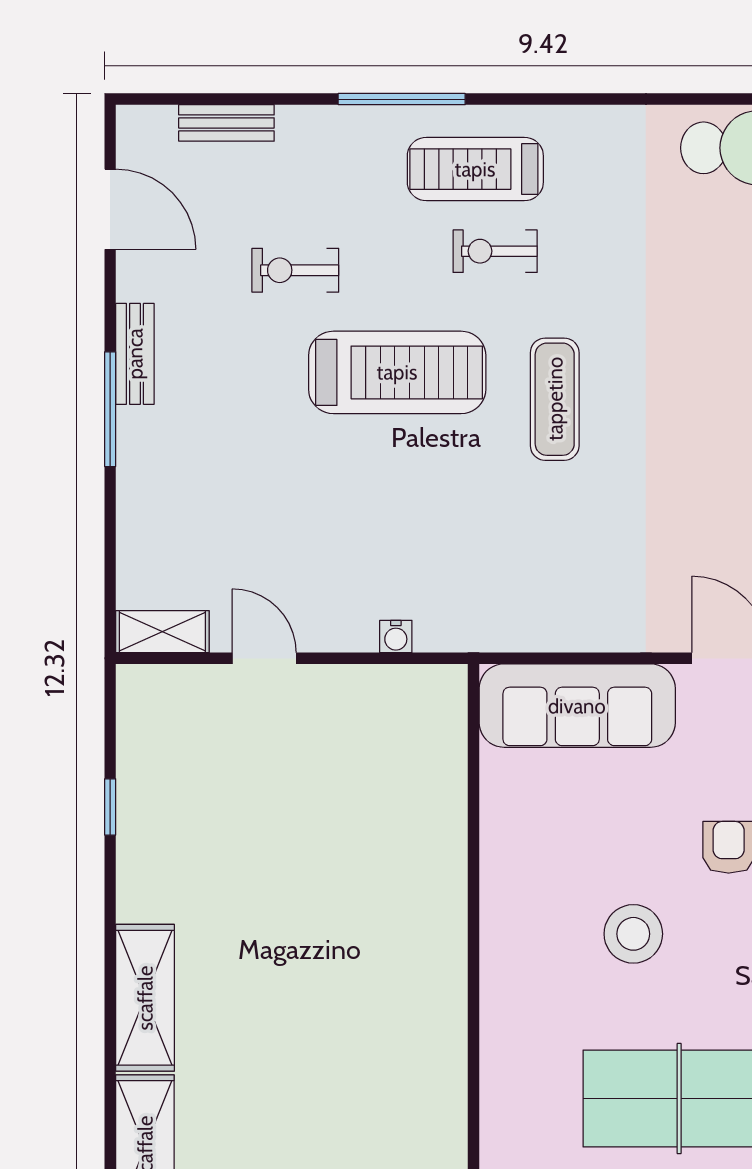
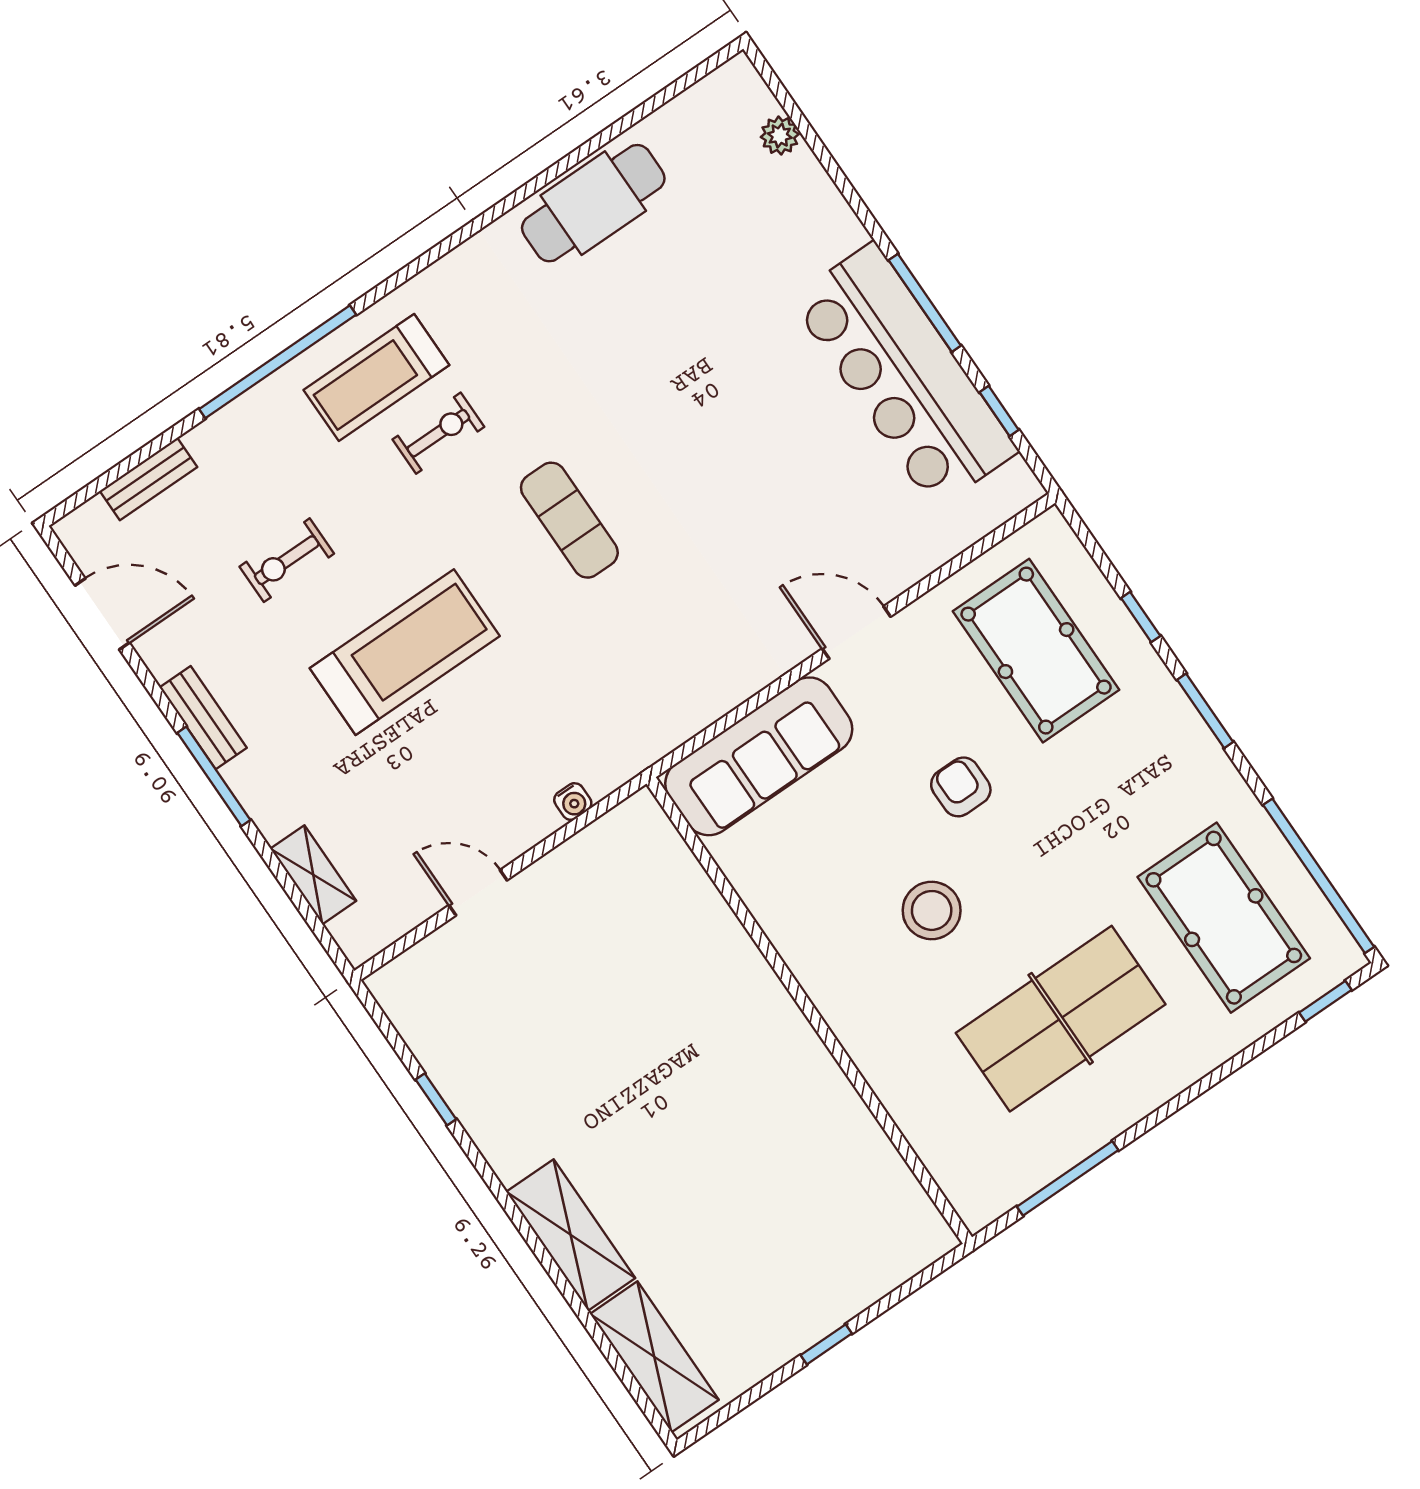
window: (402, 99) -> (278, 362), width x1.46
exercise bike: (495, 251) -> (438, 433), turned 180
treadmill: (397, 372) -> (405, 652), moved
shelving: (162, 632) -> (313, 875), moved, turned 90

